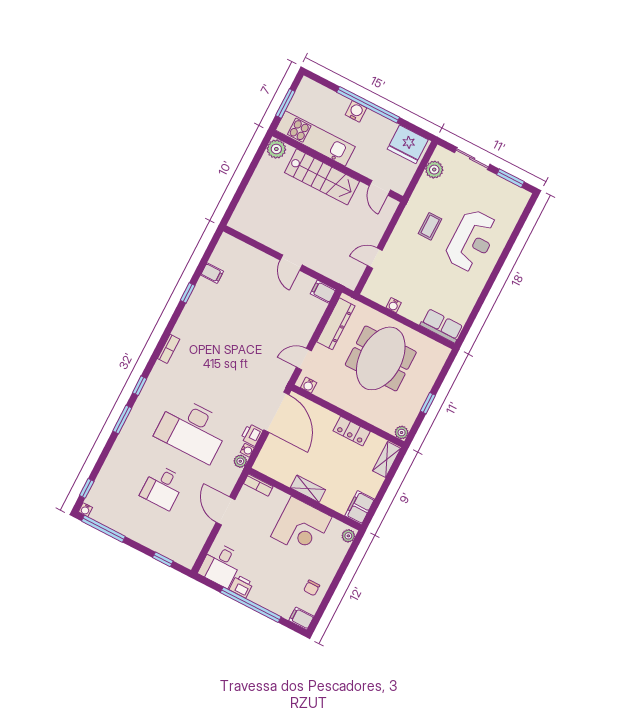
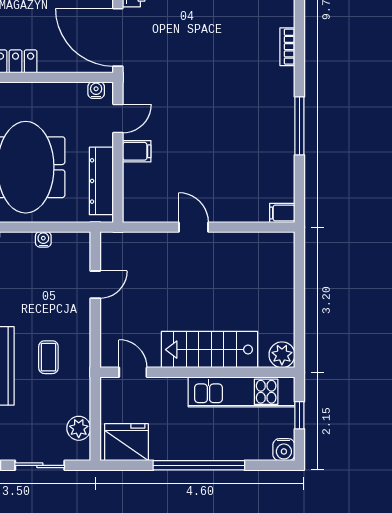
window: (285, 103) -> (299, 415), width x0.67
water cooler: (356, 111) -> (284, 450), moved
filing cabinet: (212, 273) -> (282, 213), moved
filing cabinet: (323, 292) -> (137, 151), moved
window: (188, 293) -> (299, 126), width x2.17

